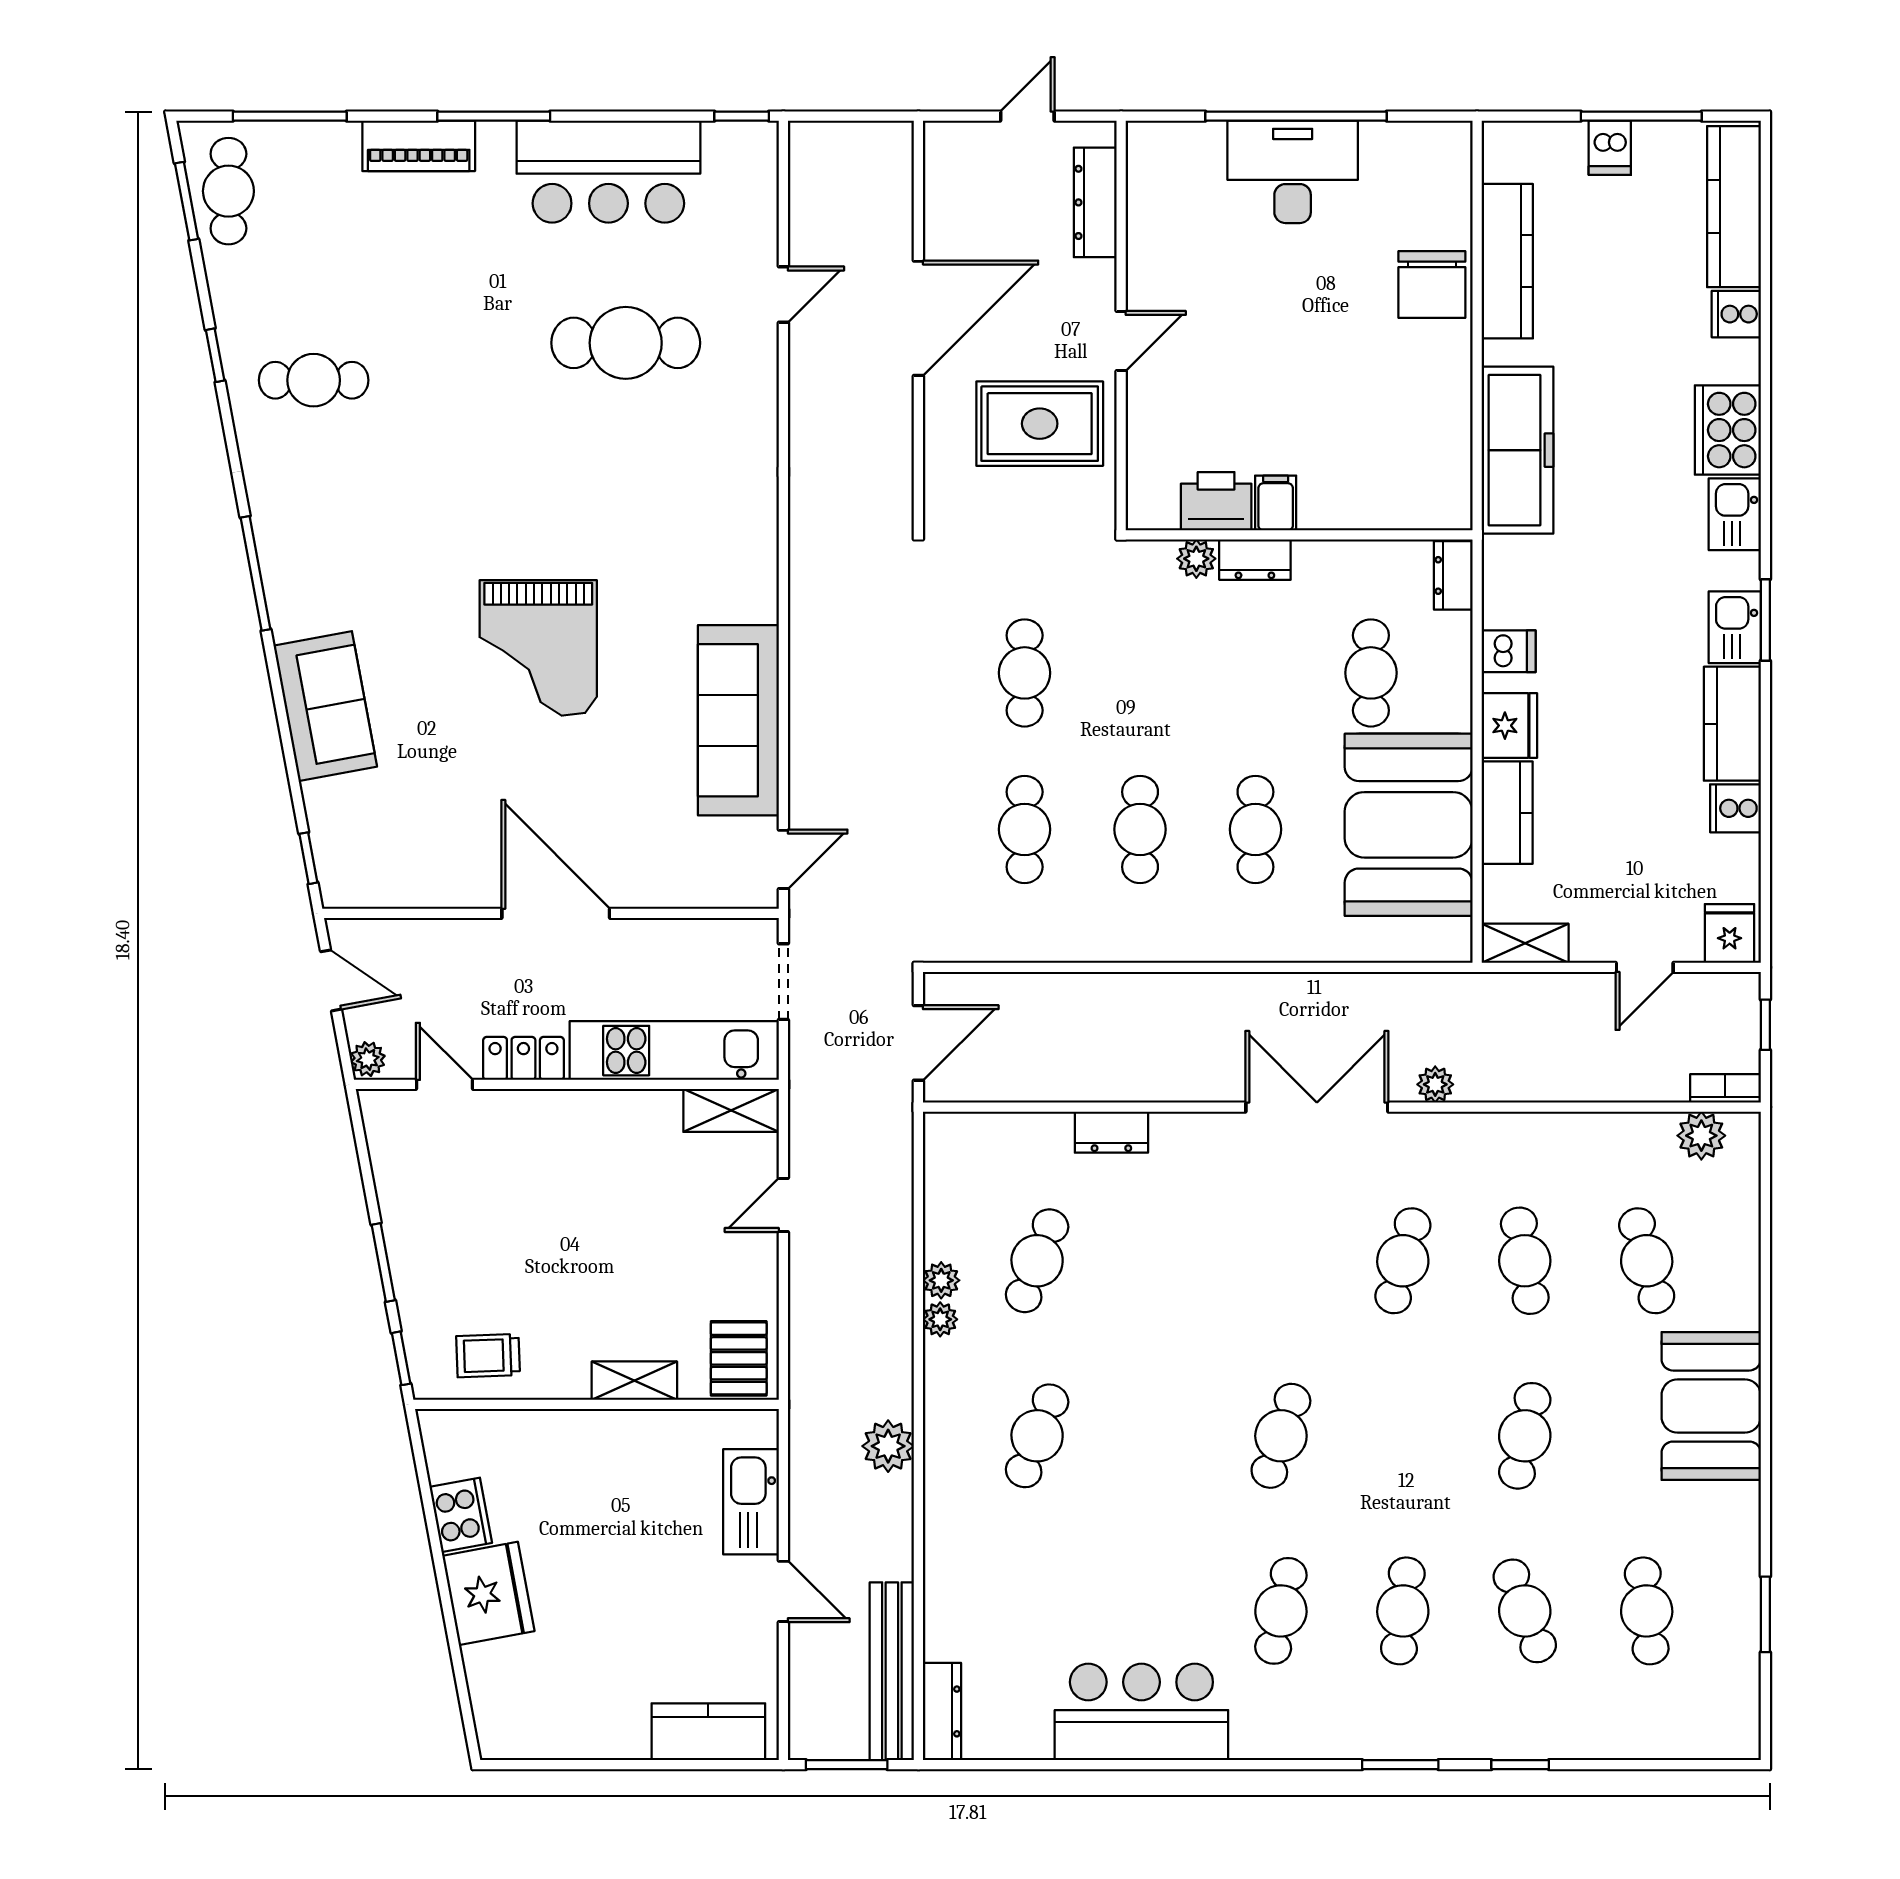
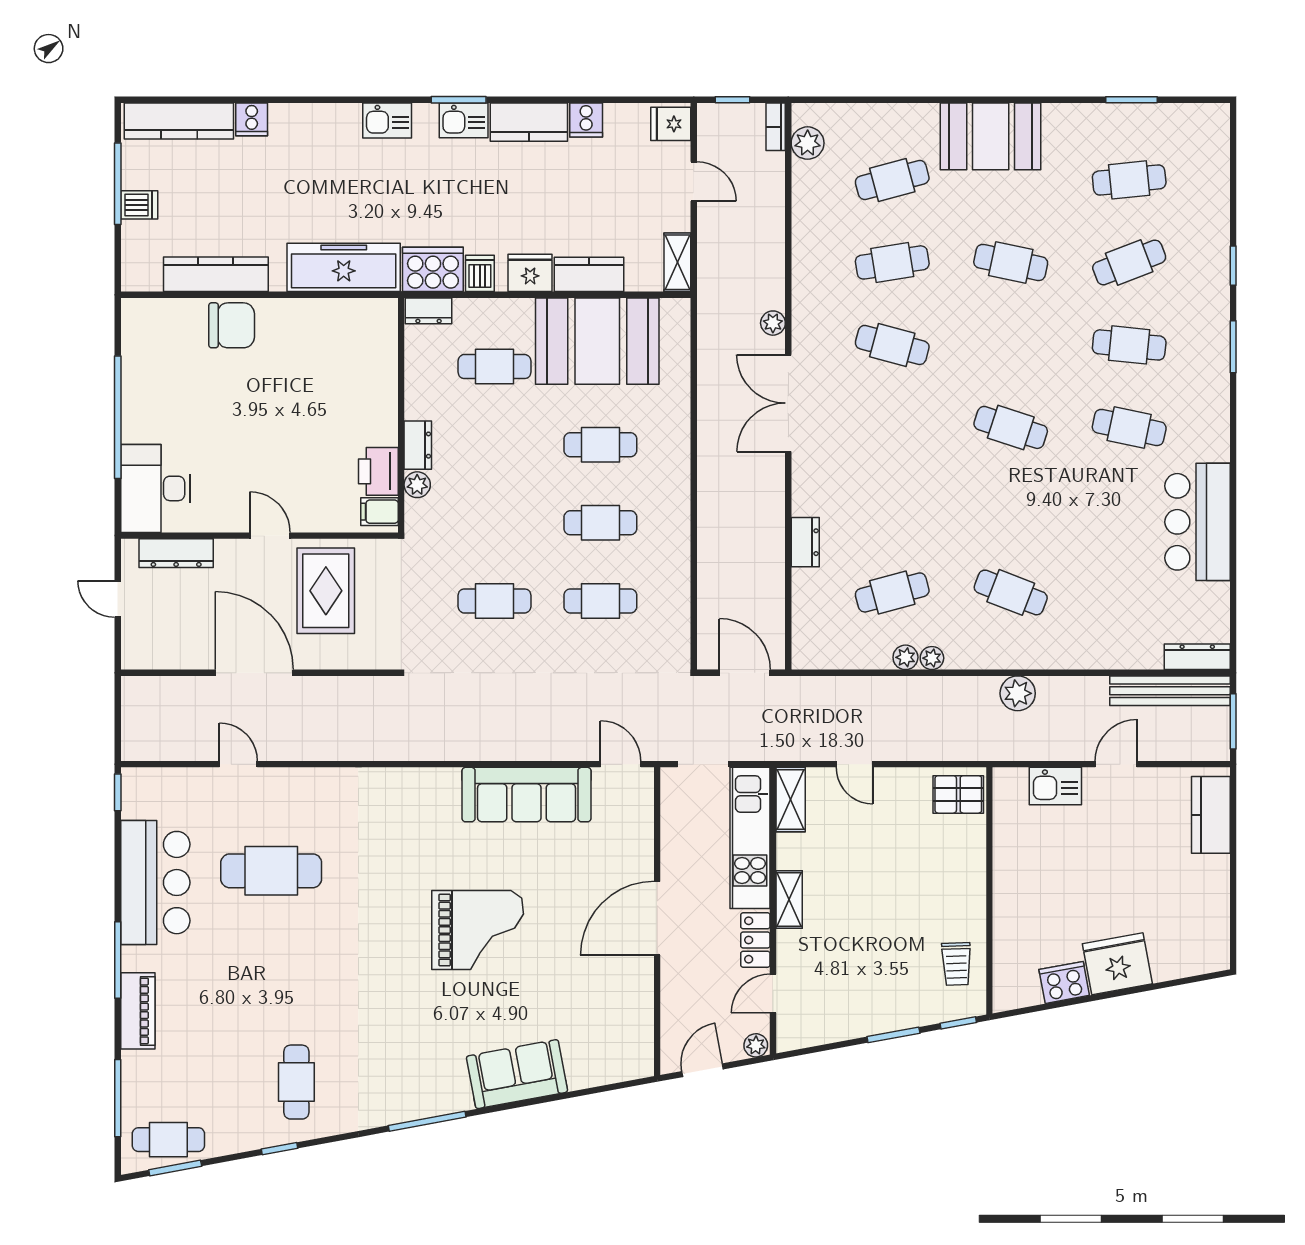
desk: (1293, 172) -> (155, 488), moved
cafe table: (626, 343) -> (271, 871), turned 90
cooker: (1728, 430) -> (433, 269), moved, turned 180
filing cabinet: (1276, 503) -> (380, 512), moved
window: (308, 858) -> (620, 1086), removed
cafe table: (1037, 1261) -> (892, 592), turned -36
shelving: (634, 1381) -> (789, 900), moved
kitchen sink: (751, 1502) -> (1055, 786), width x0.73

